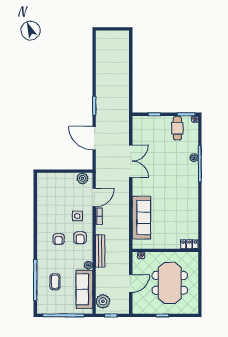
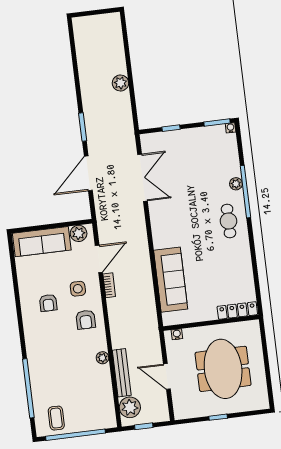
plant: (124, 79) -> (120, 83), added
cafe table: (177, 128) -> (229, 221), moved
door: (94, 138) -> (88, 173), hinge flipped
double door: (131, 161) -> (142, 178), moved
armchair: (59, 239) -> (48, 303), moved
locker: (189, 244) -> (237, 310), width x1.53
bench: (100, 251) -> (122, 373), moved
coffee table: (55, 282) -> (56, 418), moved
door: (131, 283) -> (167, 376), swing flipped
sofa: (84, 290) -> (42, 242), moved, turned -90

